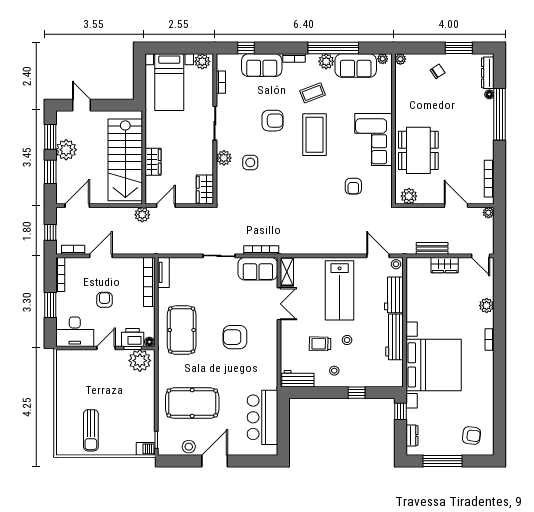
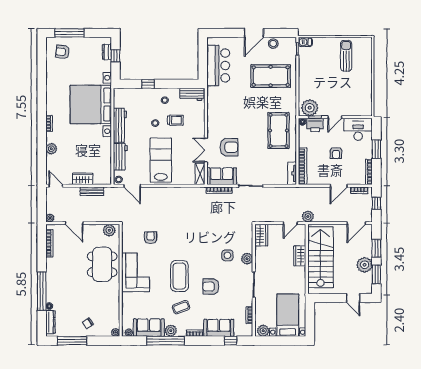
window: (459, 48) -> (72, 341), width x1.44
armchair: (235, 337) -> (229, 147), moved
window: (400, 411) -> (115, 56), moved
window: (443, 461) -> (69, 33), moved

